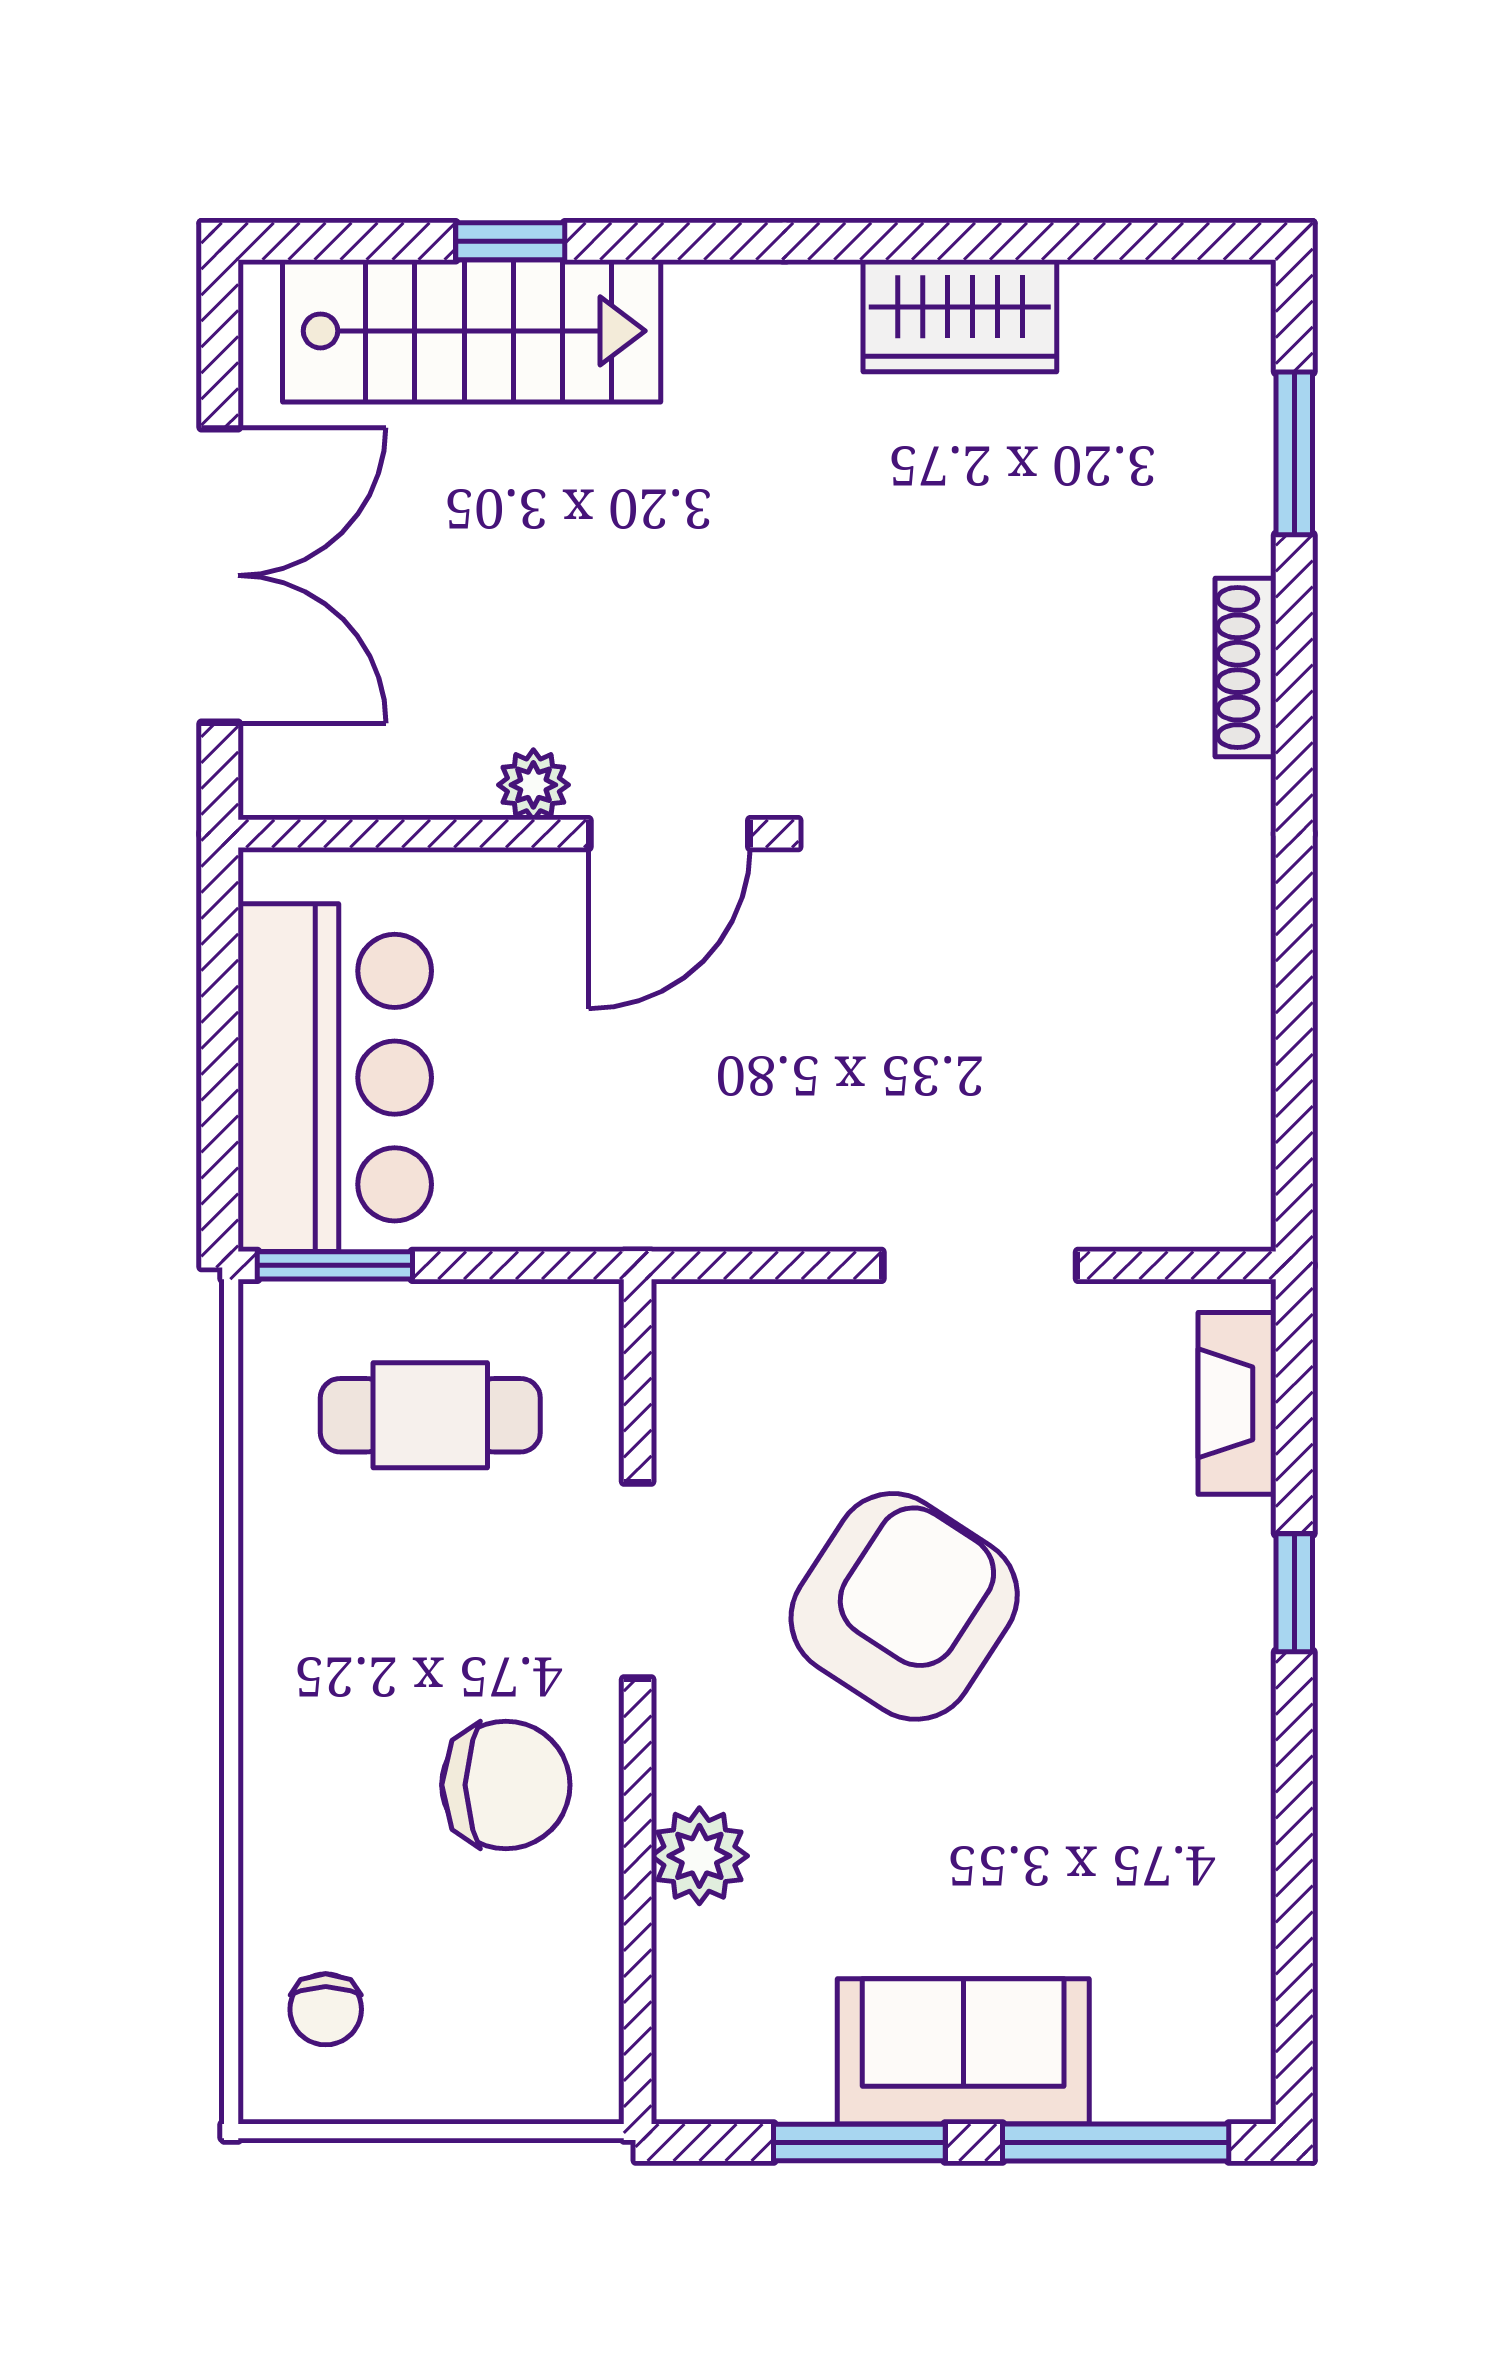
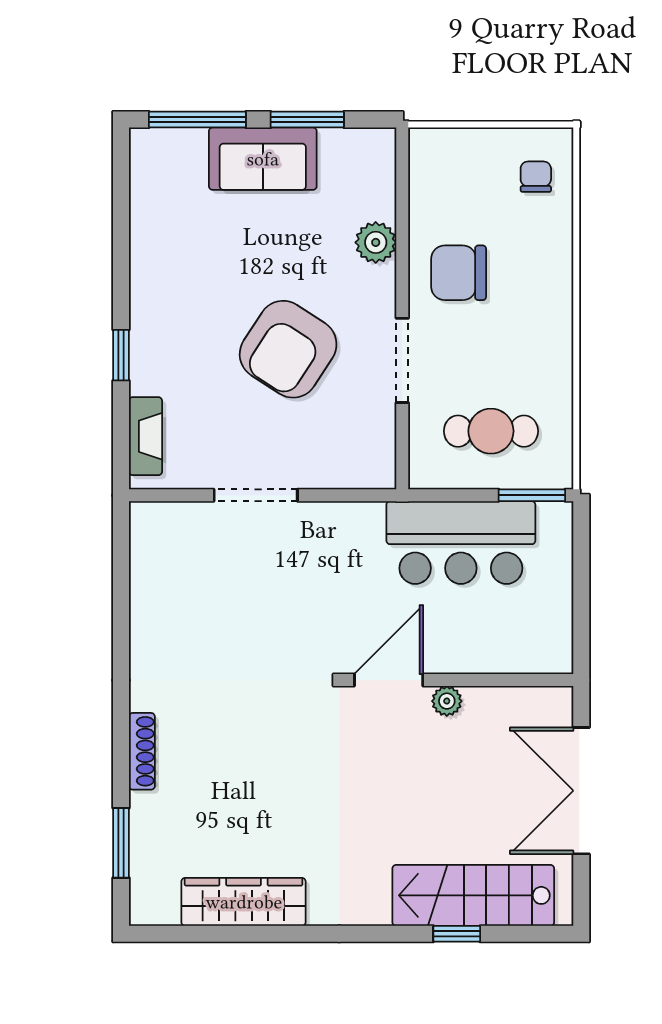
wardrobe: (960, 316) -> (244, 902), width x1.50
bar counter: (335, 1078) -> (461, 543), moved, turned -90

